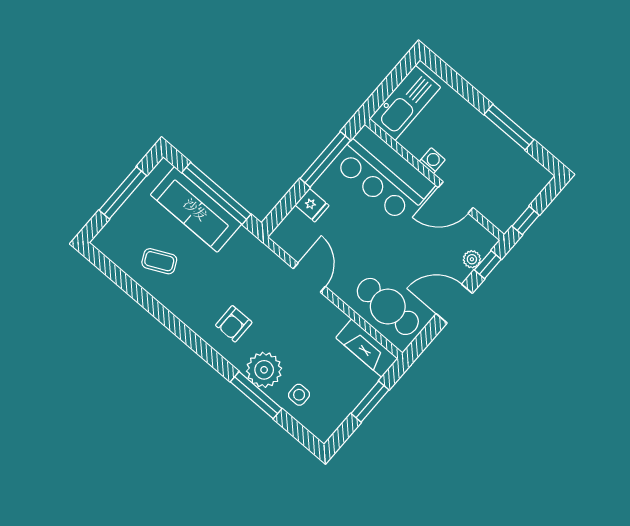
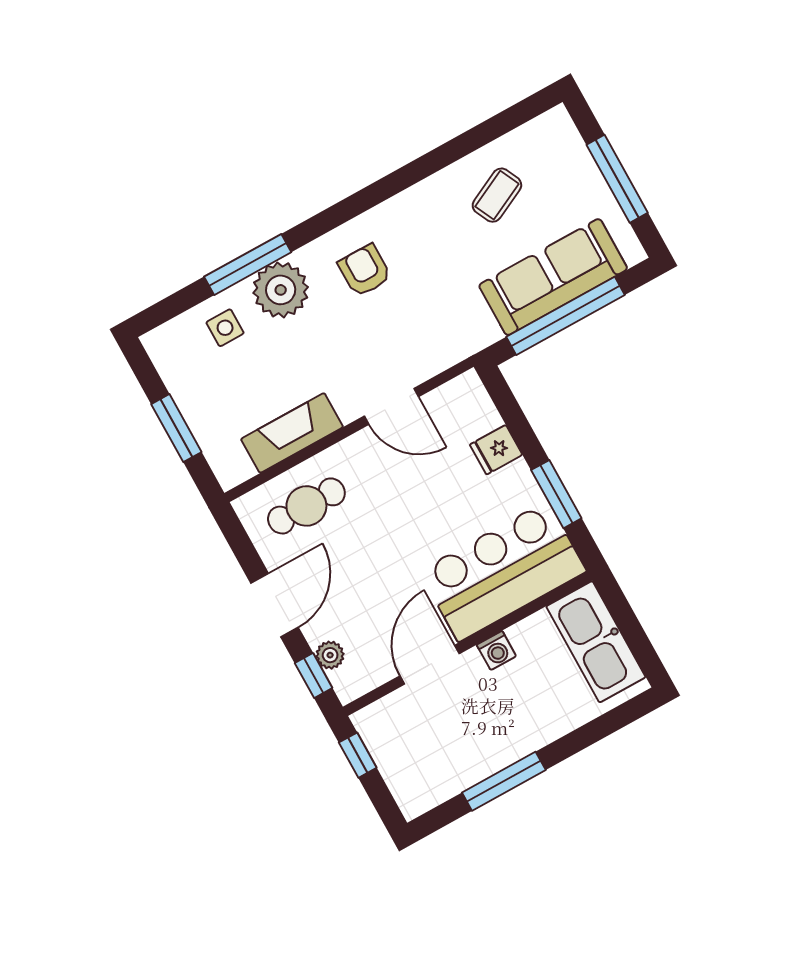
window: (325, 159) -> (556, 494), width x0.69
cafe table: (388, 306) -> (306, 506), width x0.73, depth x0.74
fireplace: (367, 348) -> (292, 433), moved

